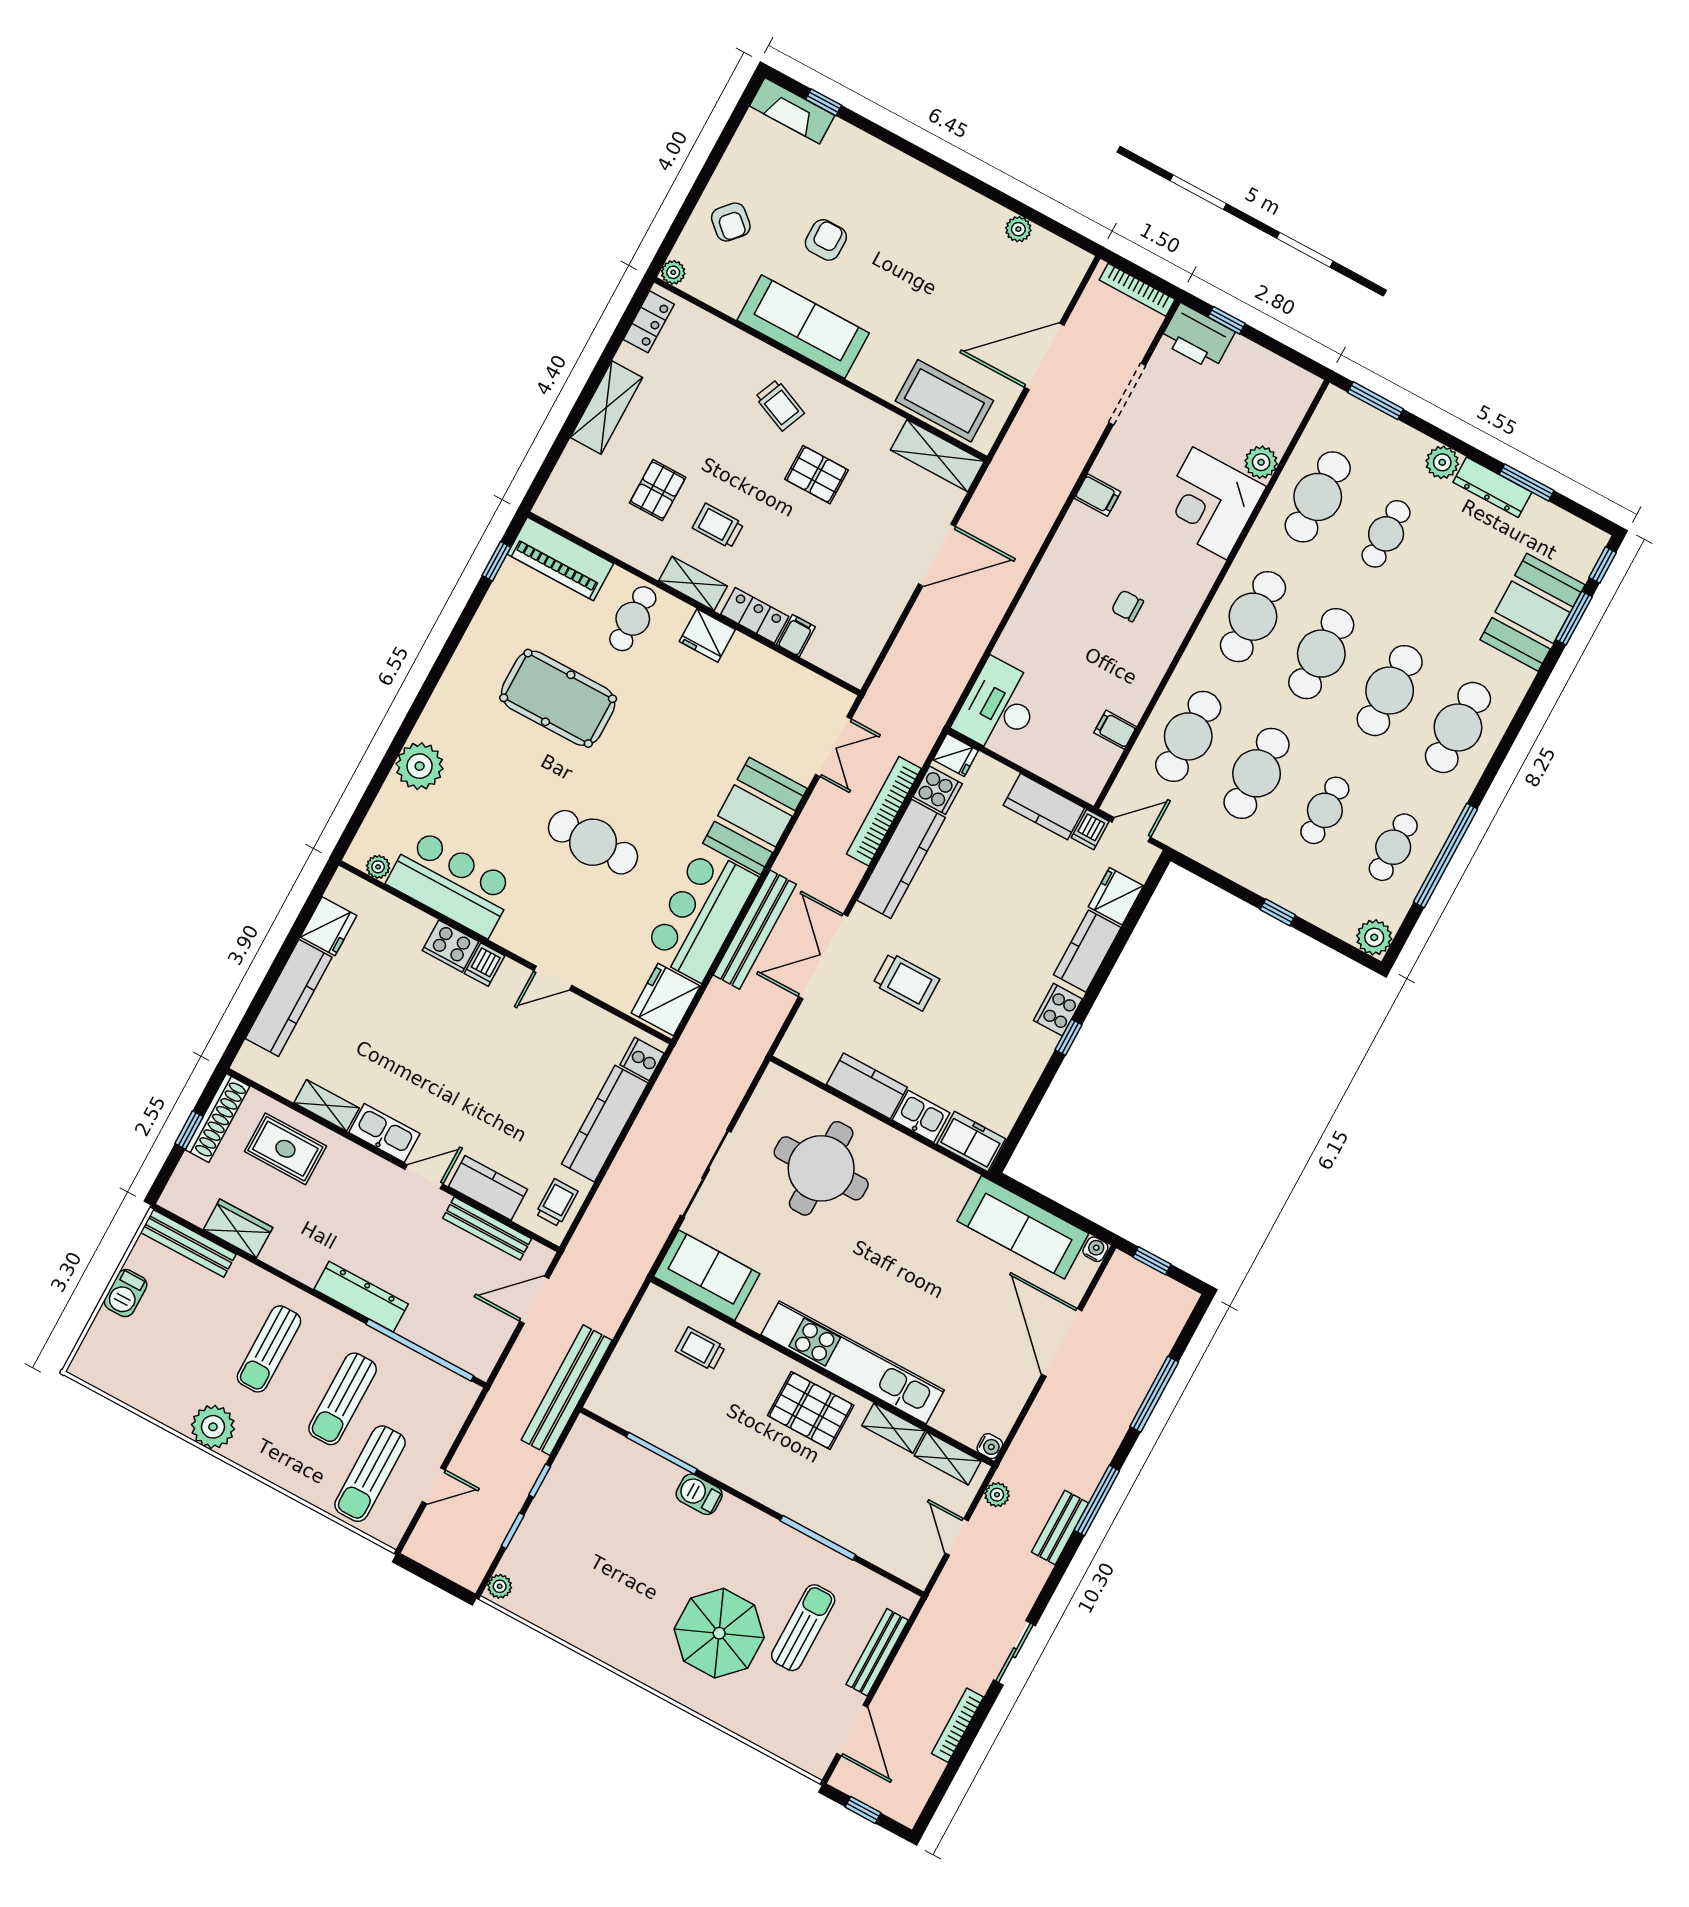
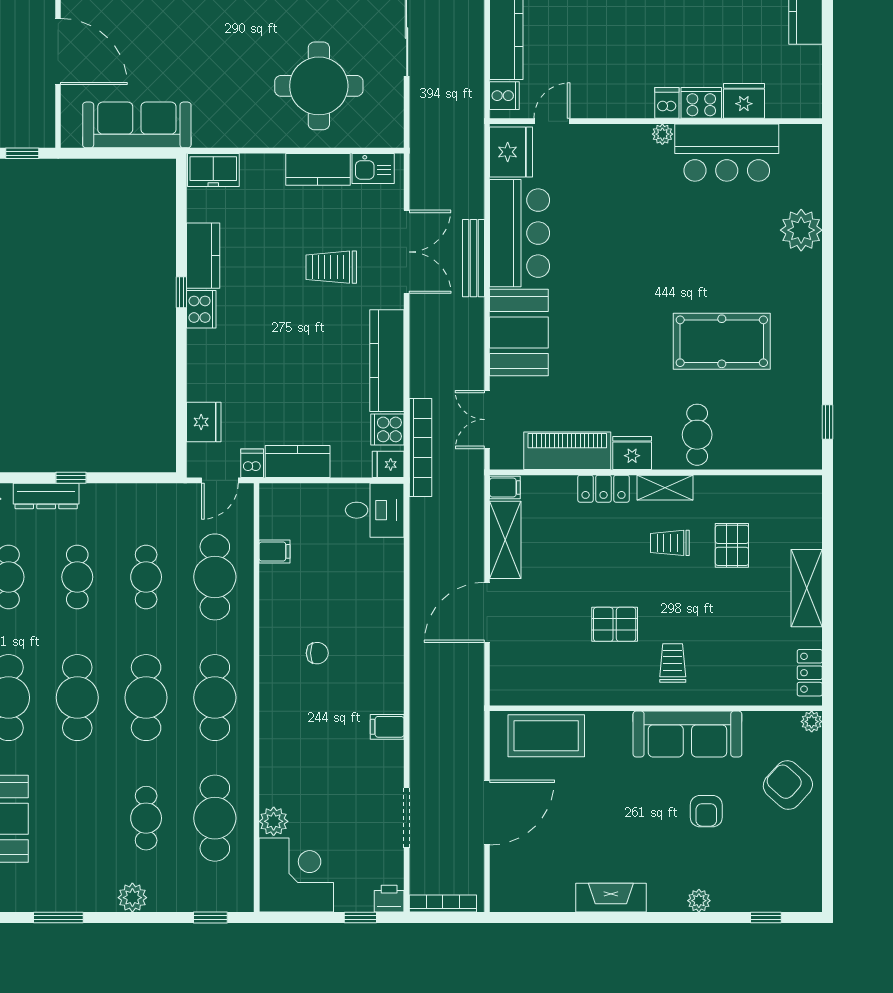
fireplace: (792, 111) -> (611, 898), moved
armchair: (731, 222) -> (788, 785), width x1.38, depth x1.38
plant: (1018, 229) -> (699, 901), moved
printer: (1197, 337) -> (389, 899), width x0.53, depth x0.68
window: (1376, 401) -> (210, 917), width x0.67
trolley: (780, 405) -> (673, 663), turned 67
shelving: (937, 456) -> (505, 540), moved, turned 90
dresser: (1492, 487) -> (46, 496), moved, turned 180
corner desk: (1210, 503) -> (296, 875), moved
trolley: (718, 526) -> (670, 543), turned 180
piano: (560, 559) -> (567, 451), moved
filing cabinet: (796, 636) -> (505, 487), moved, turned -90
desk: (999, 707) -> (375, 510), width x0.73
cafe table: (1257, 773) -> (146, 577), width x0.73, depth x0.74
bookcase: (884, 811) -> (420, 448), moved
cafe table: (593, 842) -> (634, 244), removed
plant: (378, 867) -> (662, 134), moved
fridge: (329, 926) -> (744, 101), moved, turned 90
bench: (755, 930) -> (473, 258), width x0.73, depth x0.82
kitchen counter: (1087, 951) -> (203, 256), moved
door: (553, 978) -> (552, 121), moved
kitchen sink: (921, 1116) -> (373, 168), moved
water cooler: (1095, 1249) -> (71, 138), removed

